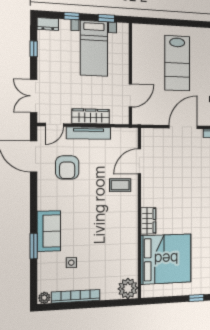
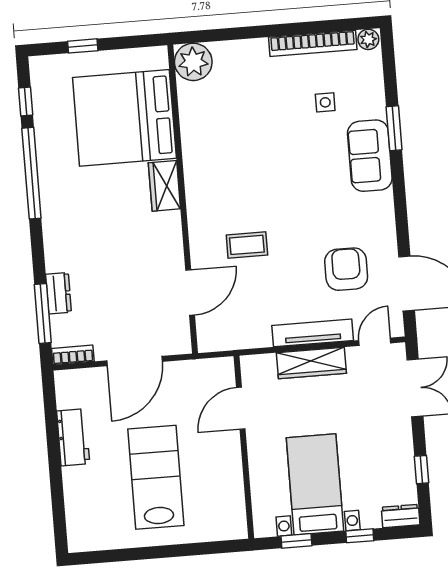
door: (139, 161) -> (190, 293), moved
wall: (139, 213) -> (183, 199), moved
wardrobe: (148, 221) -> (164, 186), moved
bed: (166, 259) -> (124, 118), moved
plant: (128, 288) -> (193, 62), moved

